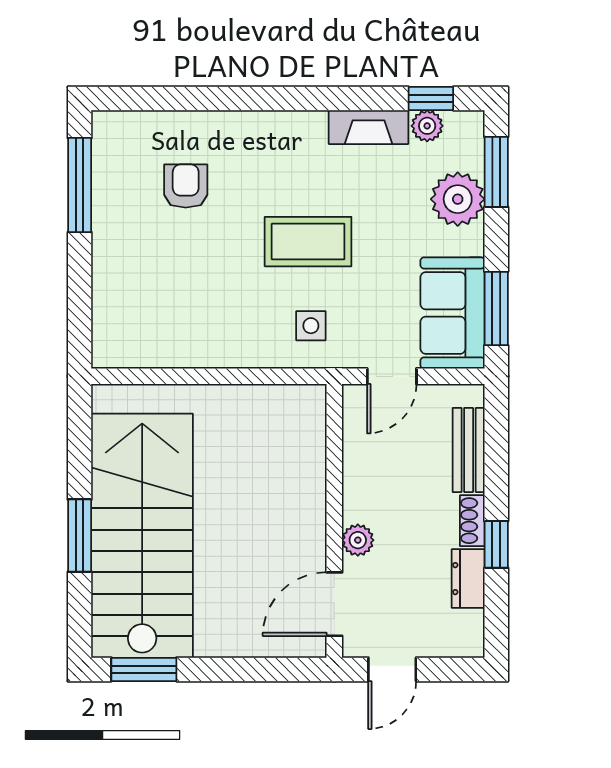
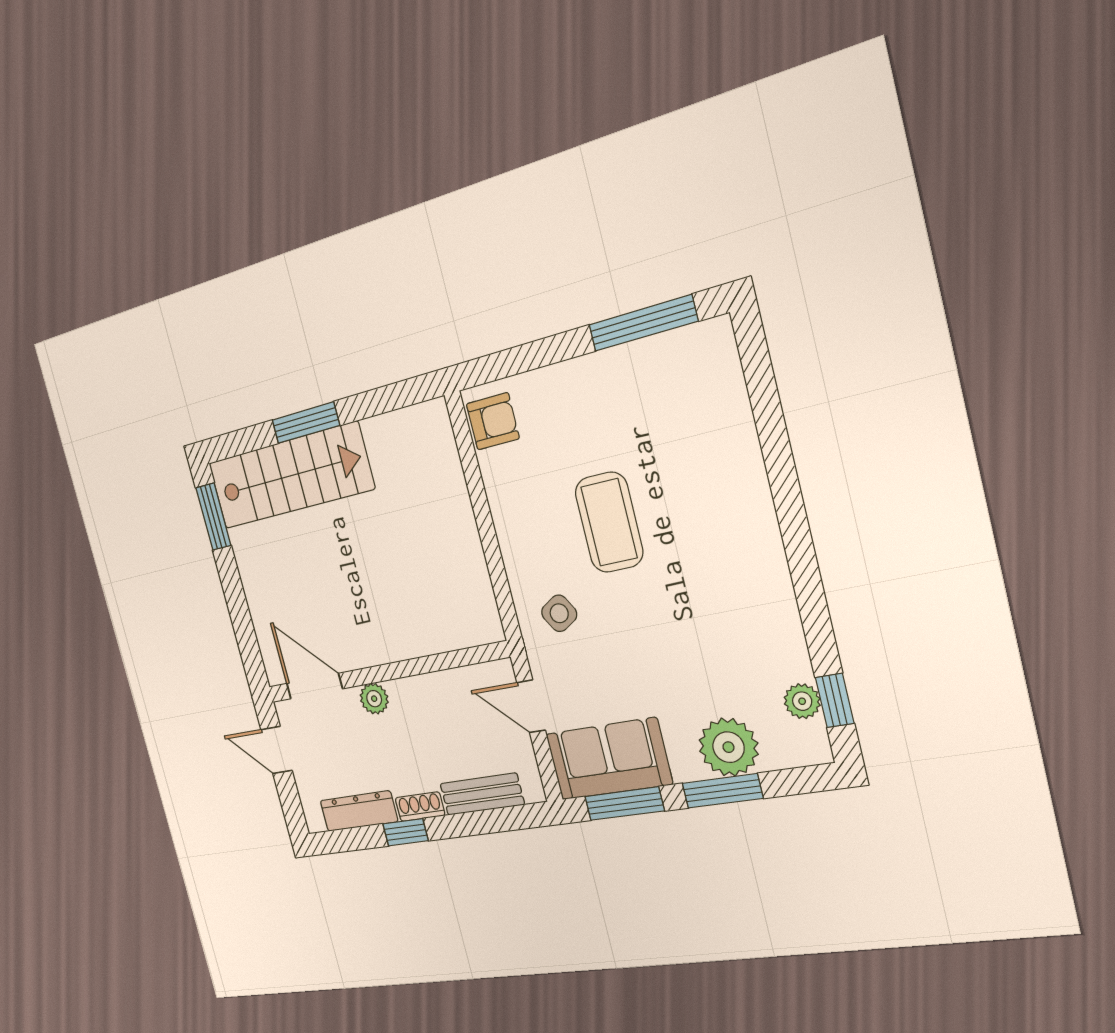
fireplace: (368, 127) -> (785, 636), removed
window: (496, 172) -> (722, 791), moved
armchair: (186, 186) -> (493, 421), moved
coffee table: (308, 242) -> (609, 522), moved
side table: (311, 326) -> (559, 613), turned -31
stairs: (142, 536) -> (290, 476), width x0.73, depth x0.66
dresser: (468, 579) -> (359, 811), width x1.44

